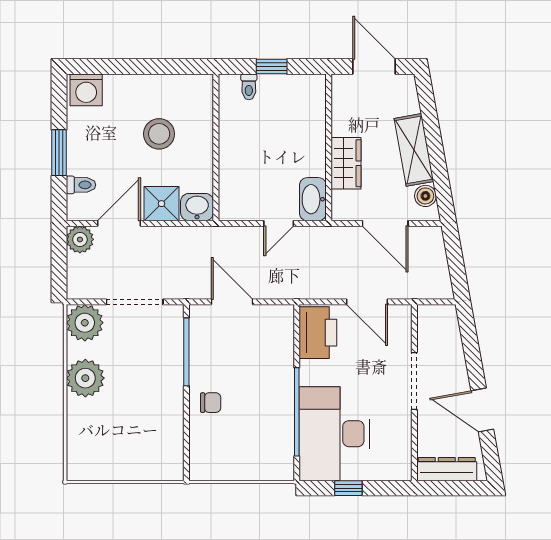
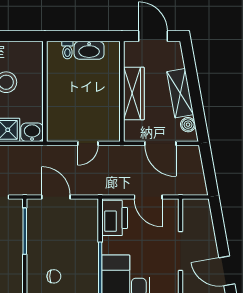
window: (272, 66) -> (83, 36), removed
wardrobe: (346, 163) -> (134, 93), width x1.50
washbasin: (313, 199) -> (89, 50), moved, turned -90
chair: (211, 403) -> (54, 276), moved

